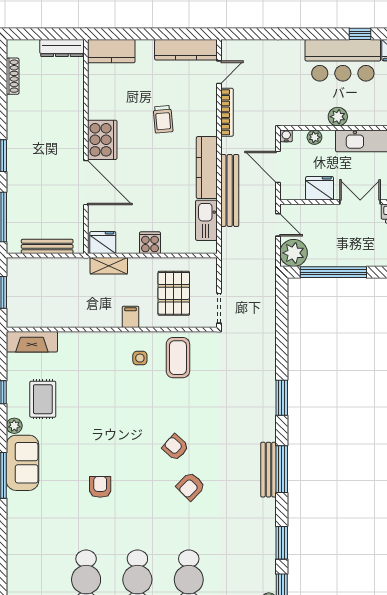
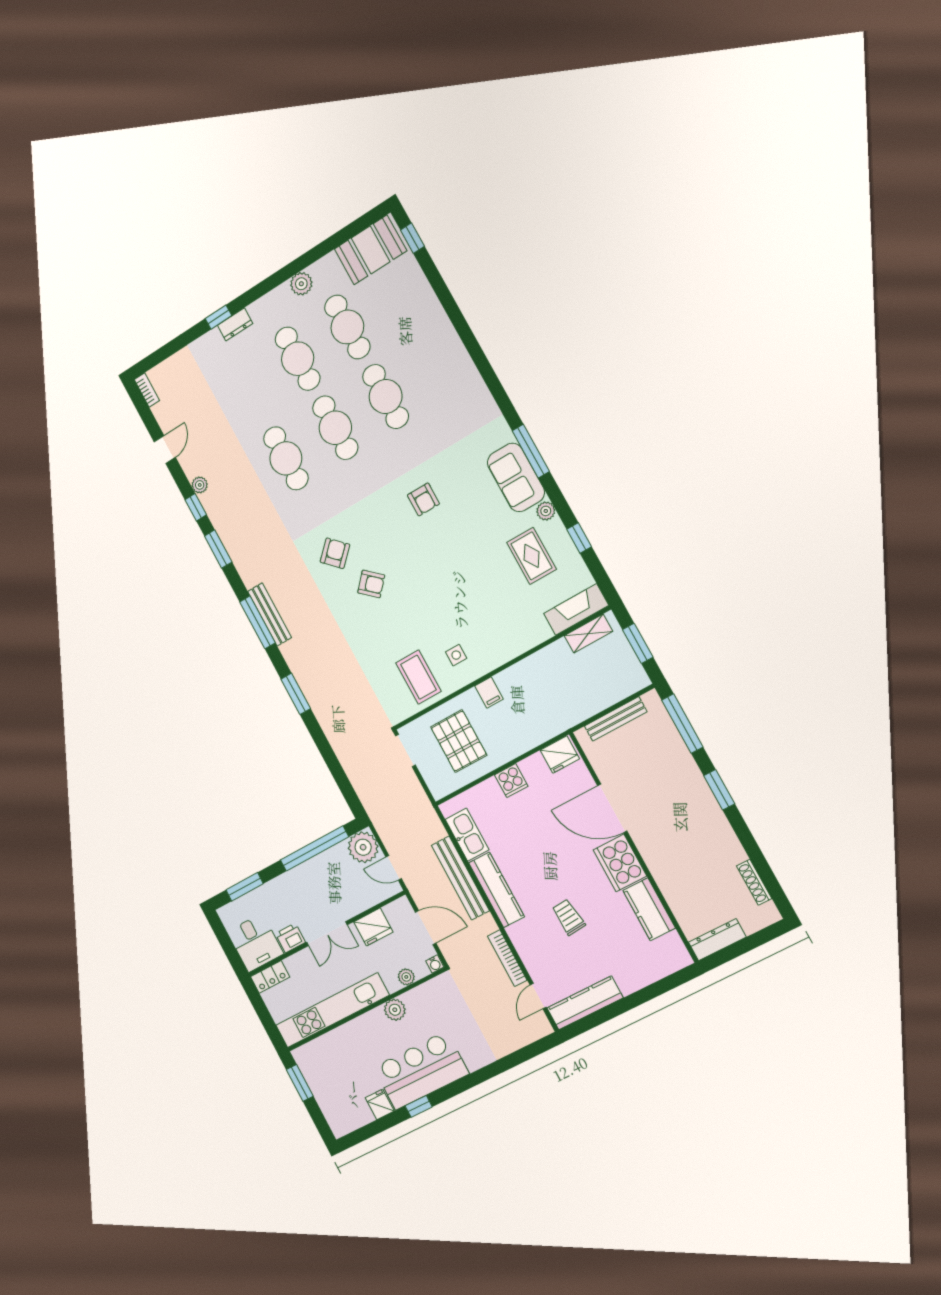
kitchen counter: (111, 51) -> (649, 909), moved, turned -90
shelving: (109, 266) -> (589, 634), moved

